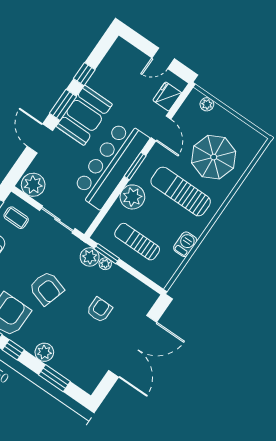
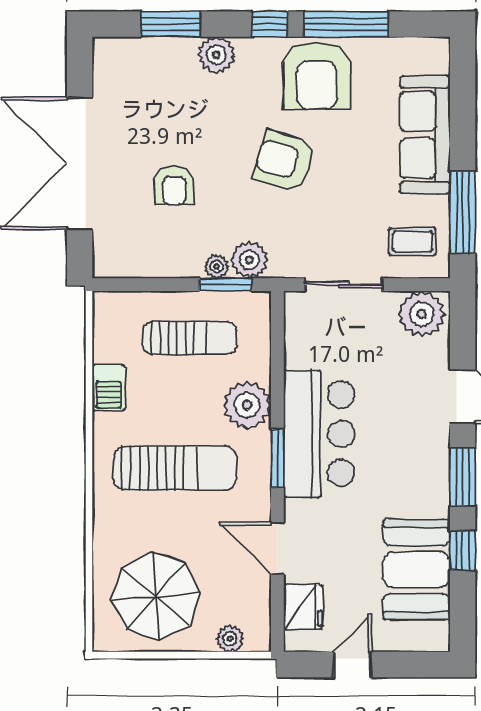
booth: (84, 115) -> (417, 570), moved
parasol: (214, 157) -> (156, 596), moved
bar counter: (111, 164) -> (319, 434), width x0.73

